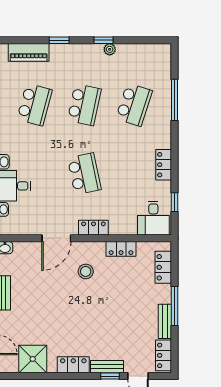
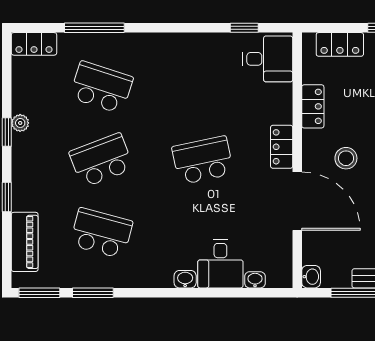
school desk: (84, 105) -> (101, 160), turned -33
locker: (164, 165) -> (34, 44), moved
door: (56, 238) -> (297, 201), width x1.36

